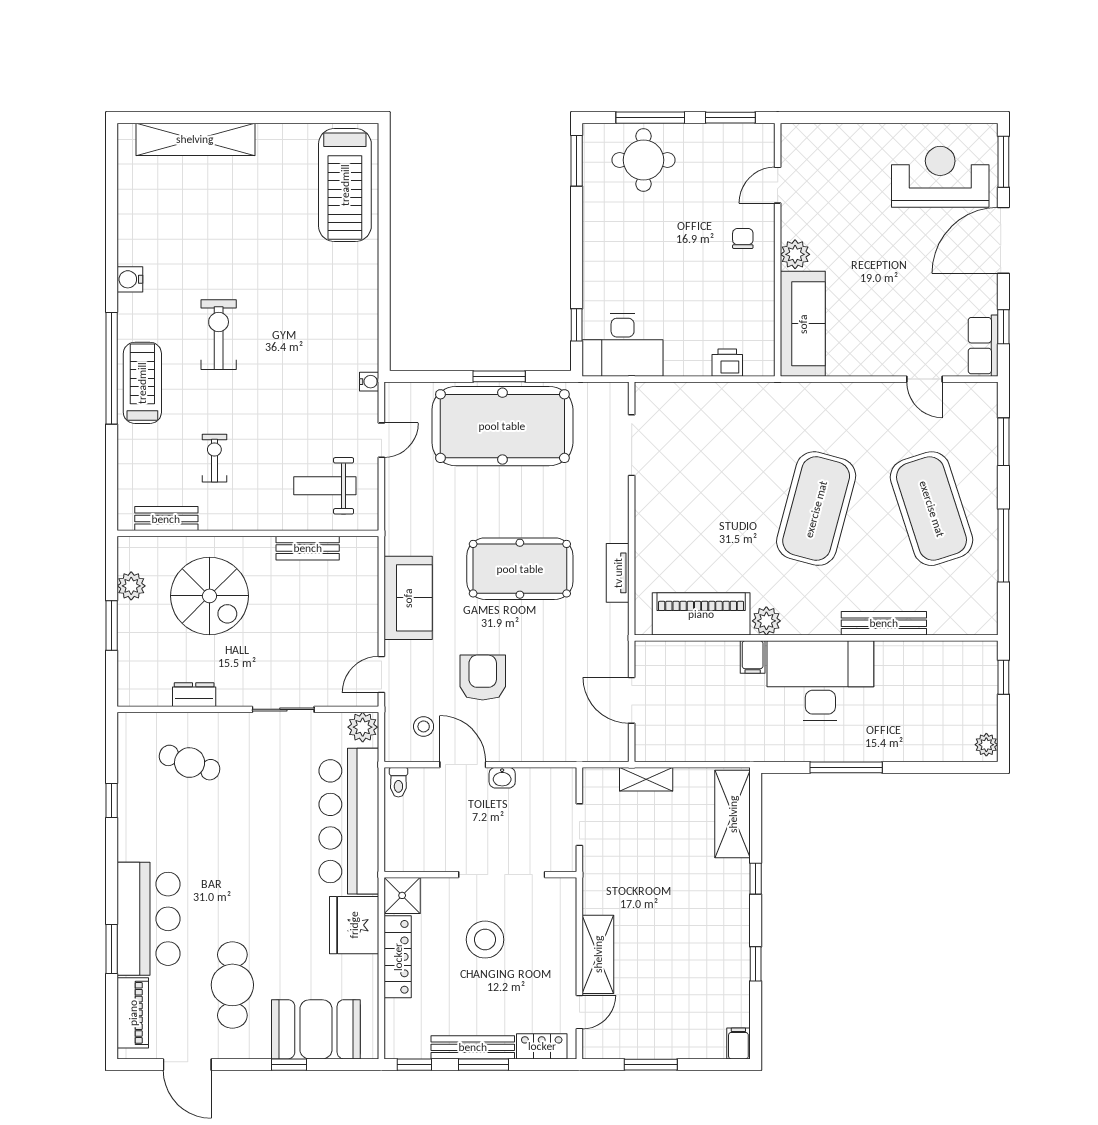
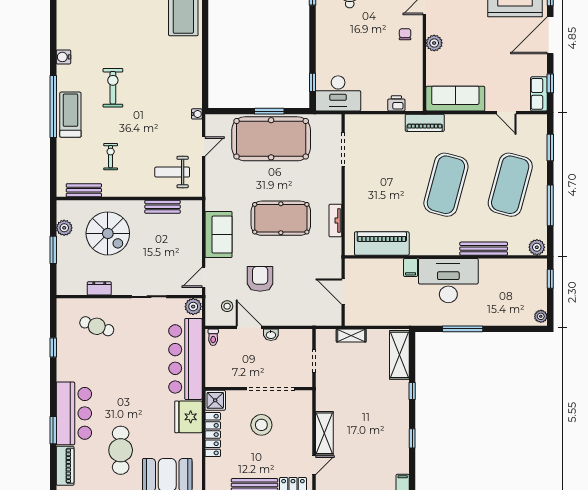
sofa: (803, 324) -> (455, 99), moved, turned -90
piano: (778, 398) -> (425, 123), added
exercise mat: (932, 509) -> (510, 185), turned 33
plant: (766, 621) -> (537, 247), moved

